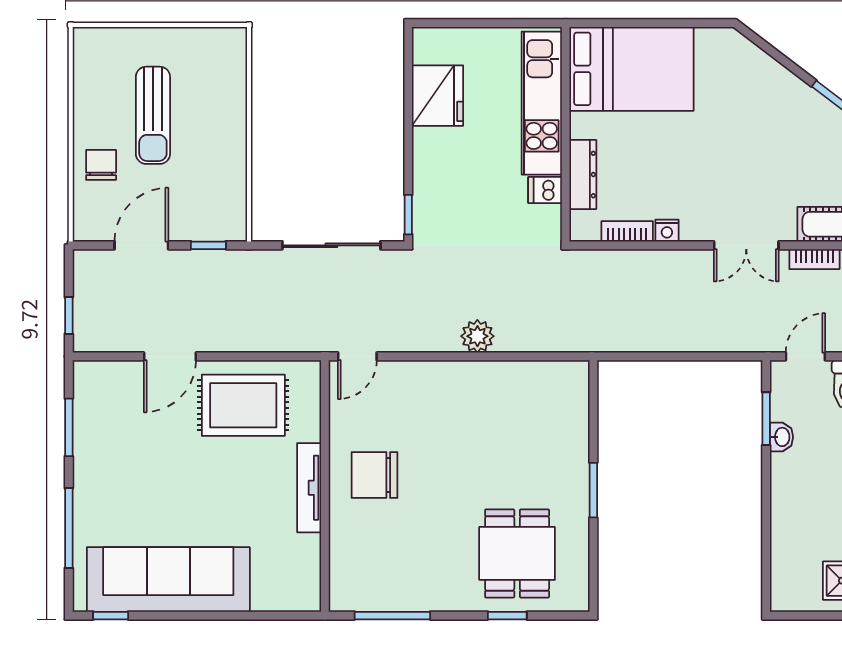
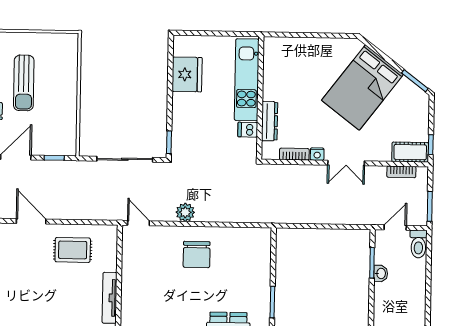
bed: (632, 69) -> (362, 87), moved, turned 127
double door: (746, 245) -> (346, 163), moved
plant: (477, 336) -> (185, 212), moved
door: (170, 356) -> (31, 221), swing flipped
door: (357, 356) -> (139, 223), swing flipped
rug: (243, 405) -> (73, 250), width x0.73, depth x0.70
chair: (375, 475) -> (197, 254), moved, turned -90

